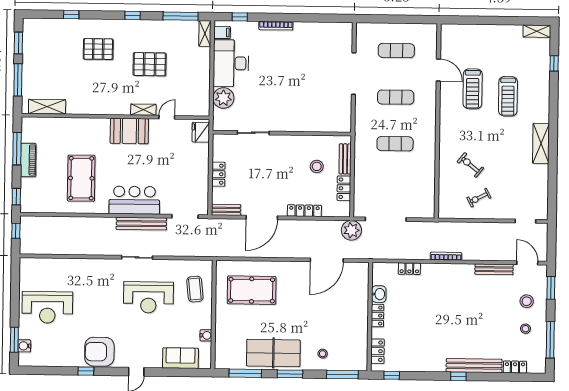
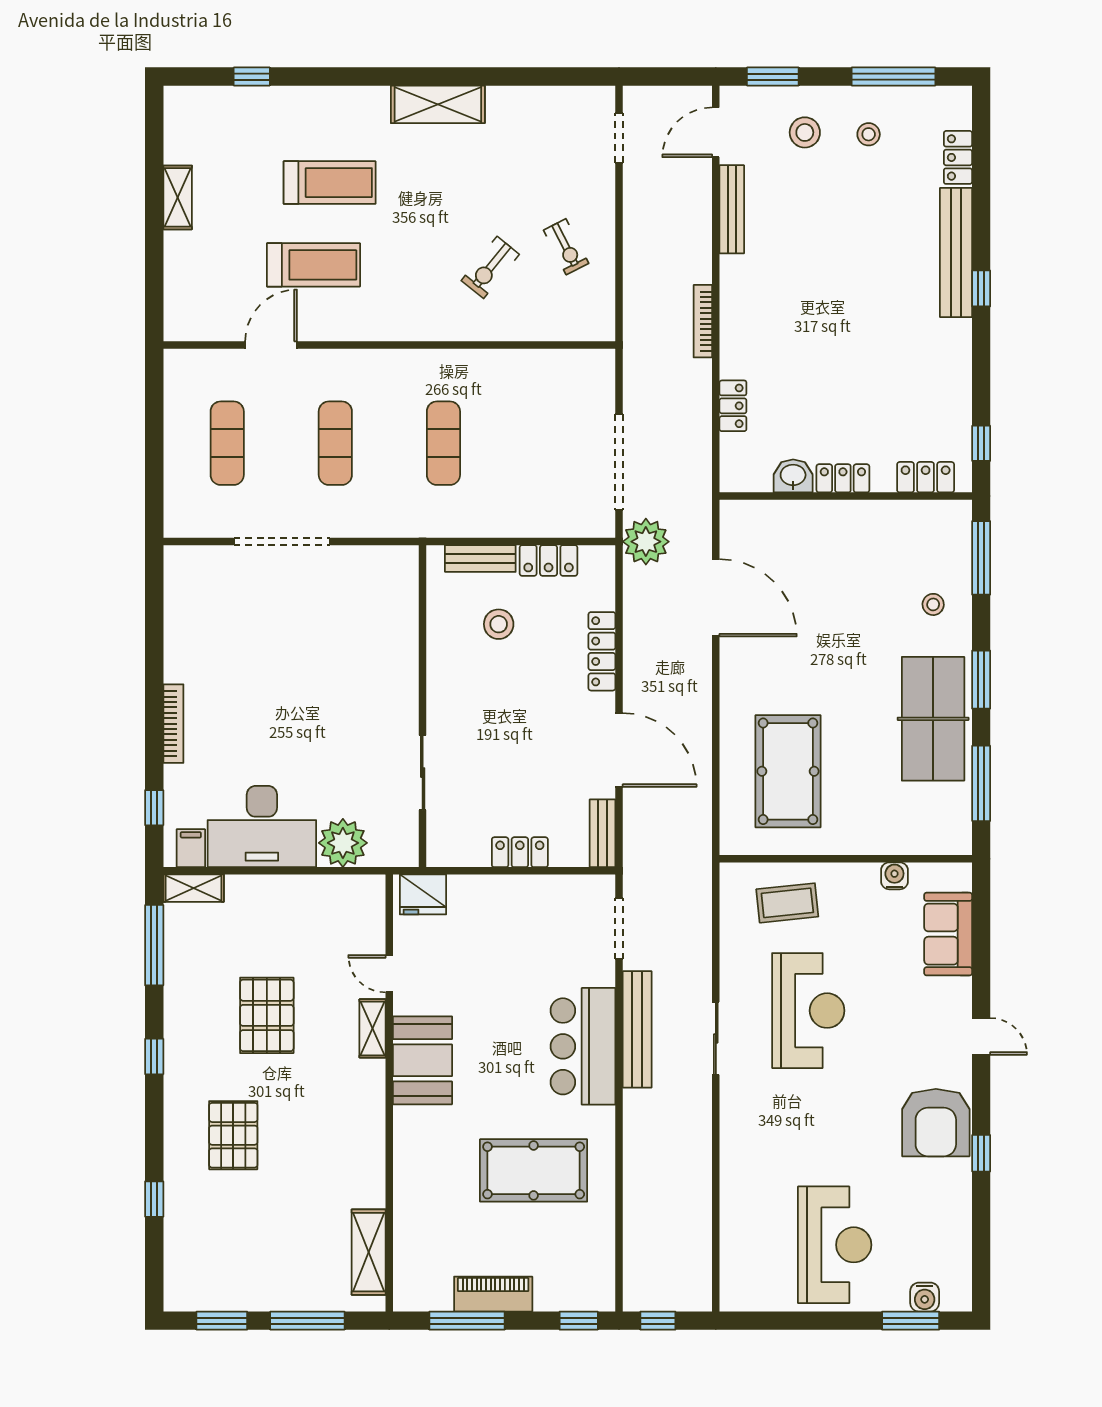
shelving: (537, 31) -> (178, 197), moved

